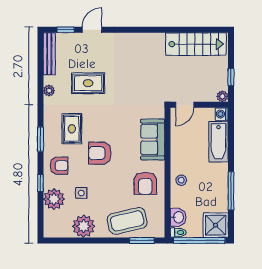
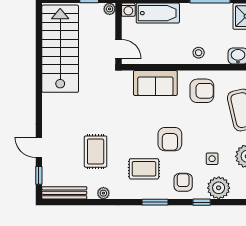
stairs: (196, 44) -> (60, 49), width x1.36, depth x1.51

